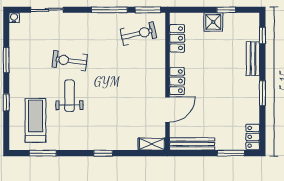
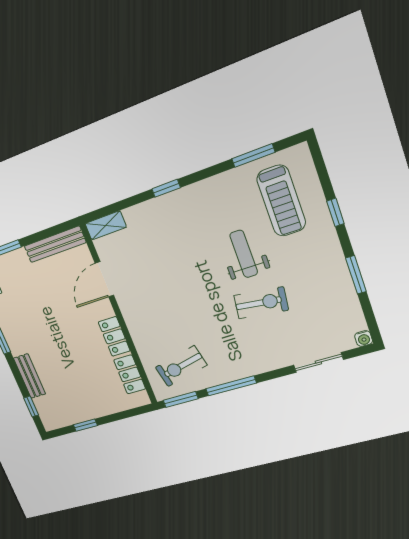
shower: (213, 22) -> (94, 407), removed
locker: (177, 81) -> (114, 336), moved
weight bench: (69, 96) -> (244, 254), turned 180

